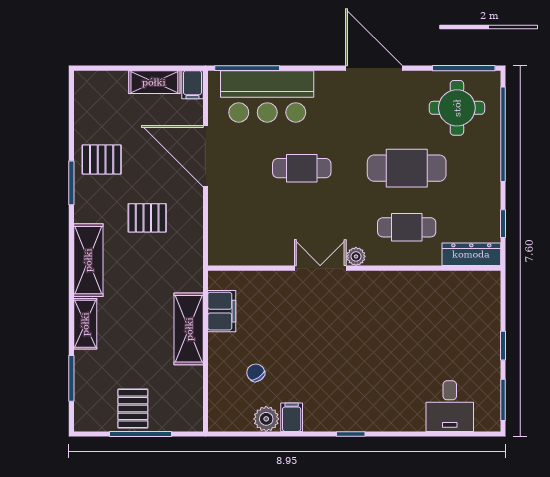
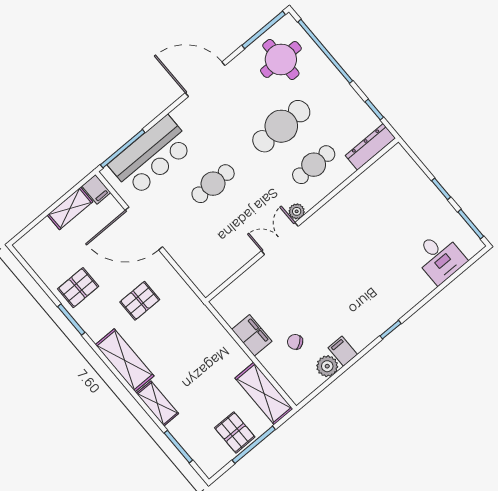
filing cabinet: (222, 311) -> (252, 335), moved
shelving: (189, 329) -> (264, 393), moved

